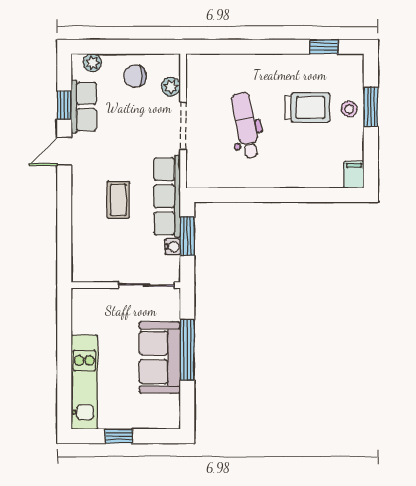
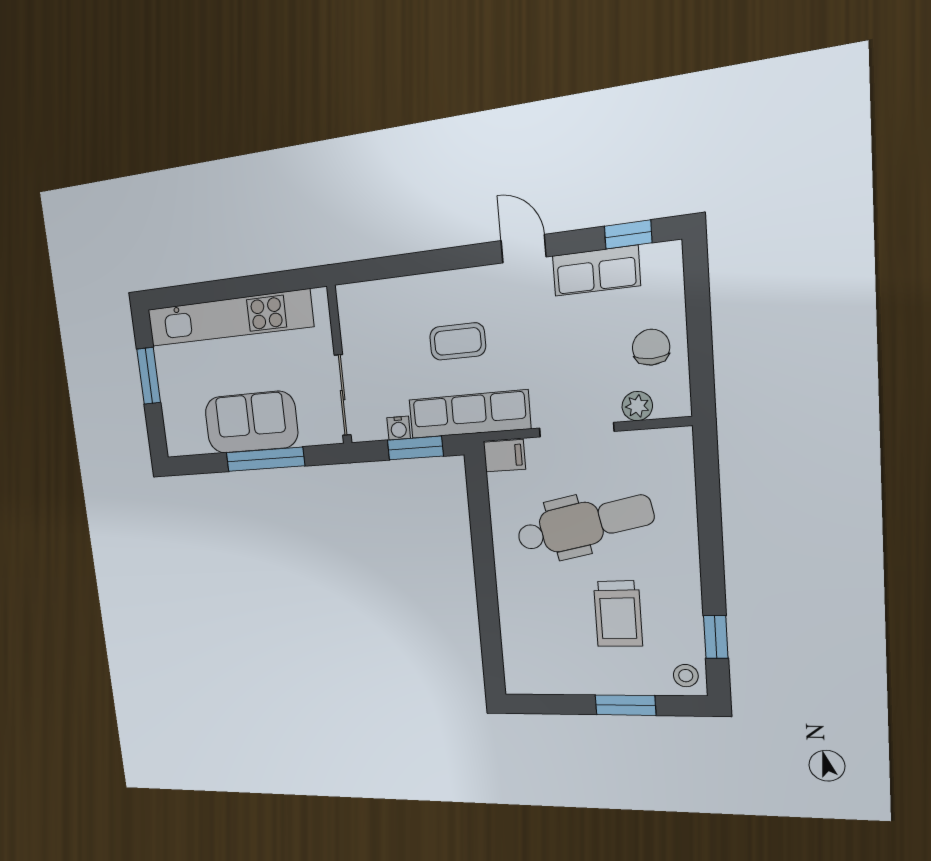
plant: (92, 63) -> (669, 276), removed
window: (64, 105) -> (628, 234), moved
stool: (349, 109) -> (686, 676), moved
dental chair: (246, 125) -> (584, 524), width x1.36, depth x1.38
filing cabinet: (354, 175) -> (504, 456), moved
kitchen unit: (84, 382) -> (229, 318), width x1.36
window: (119, 436) -> (149, 376), width x1.50

